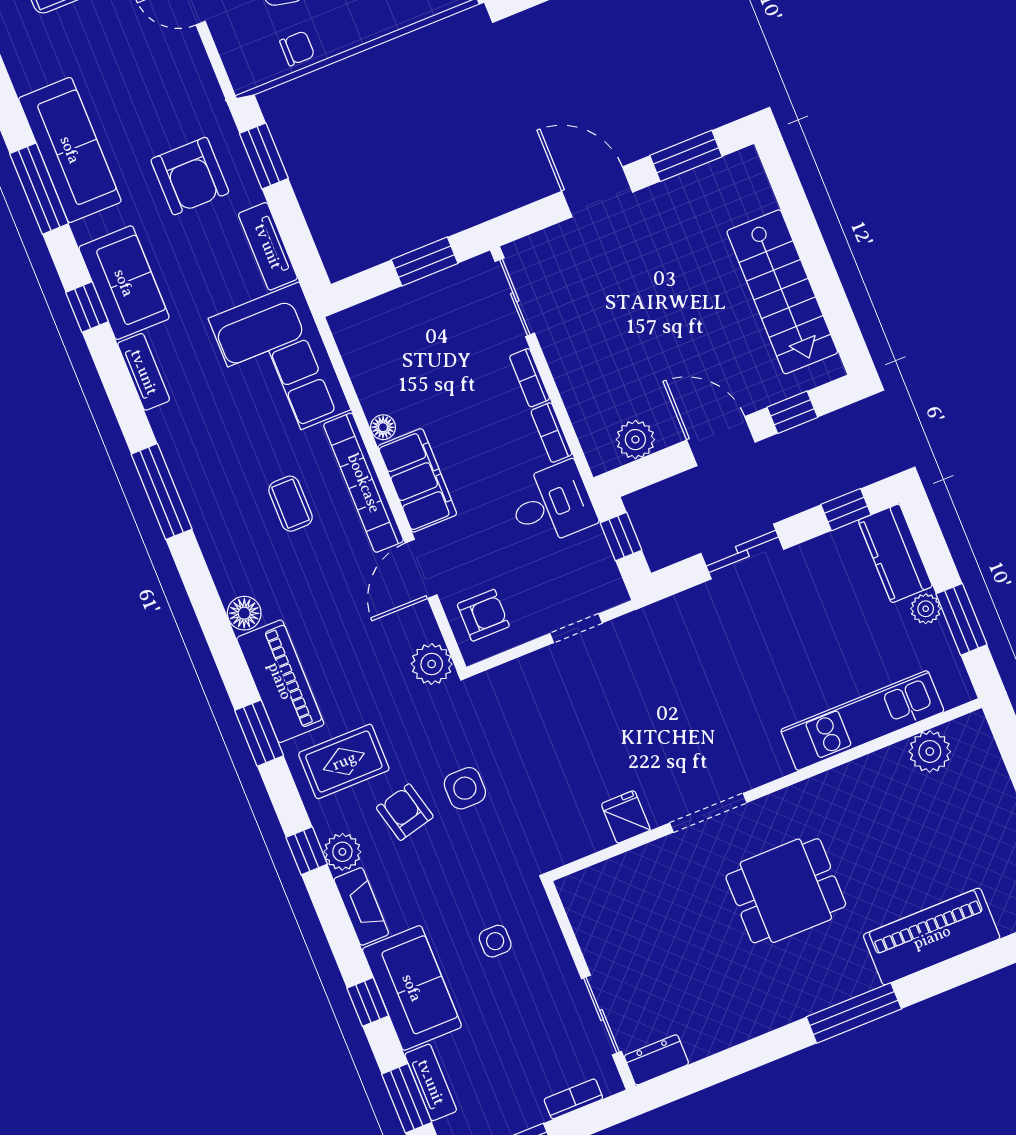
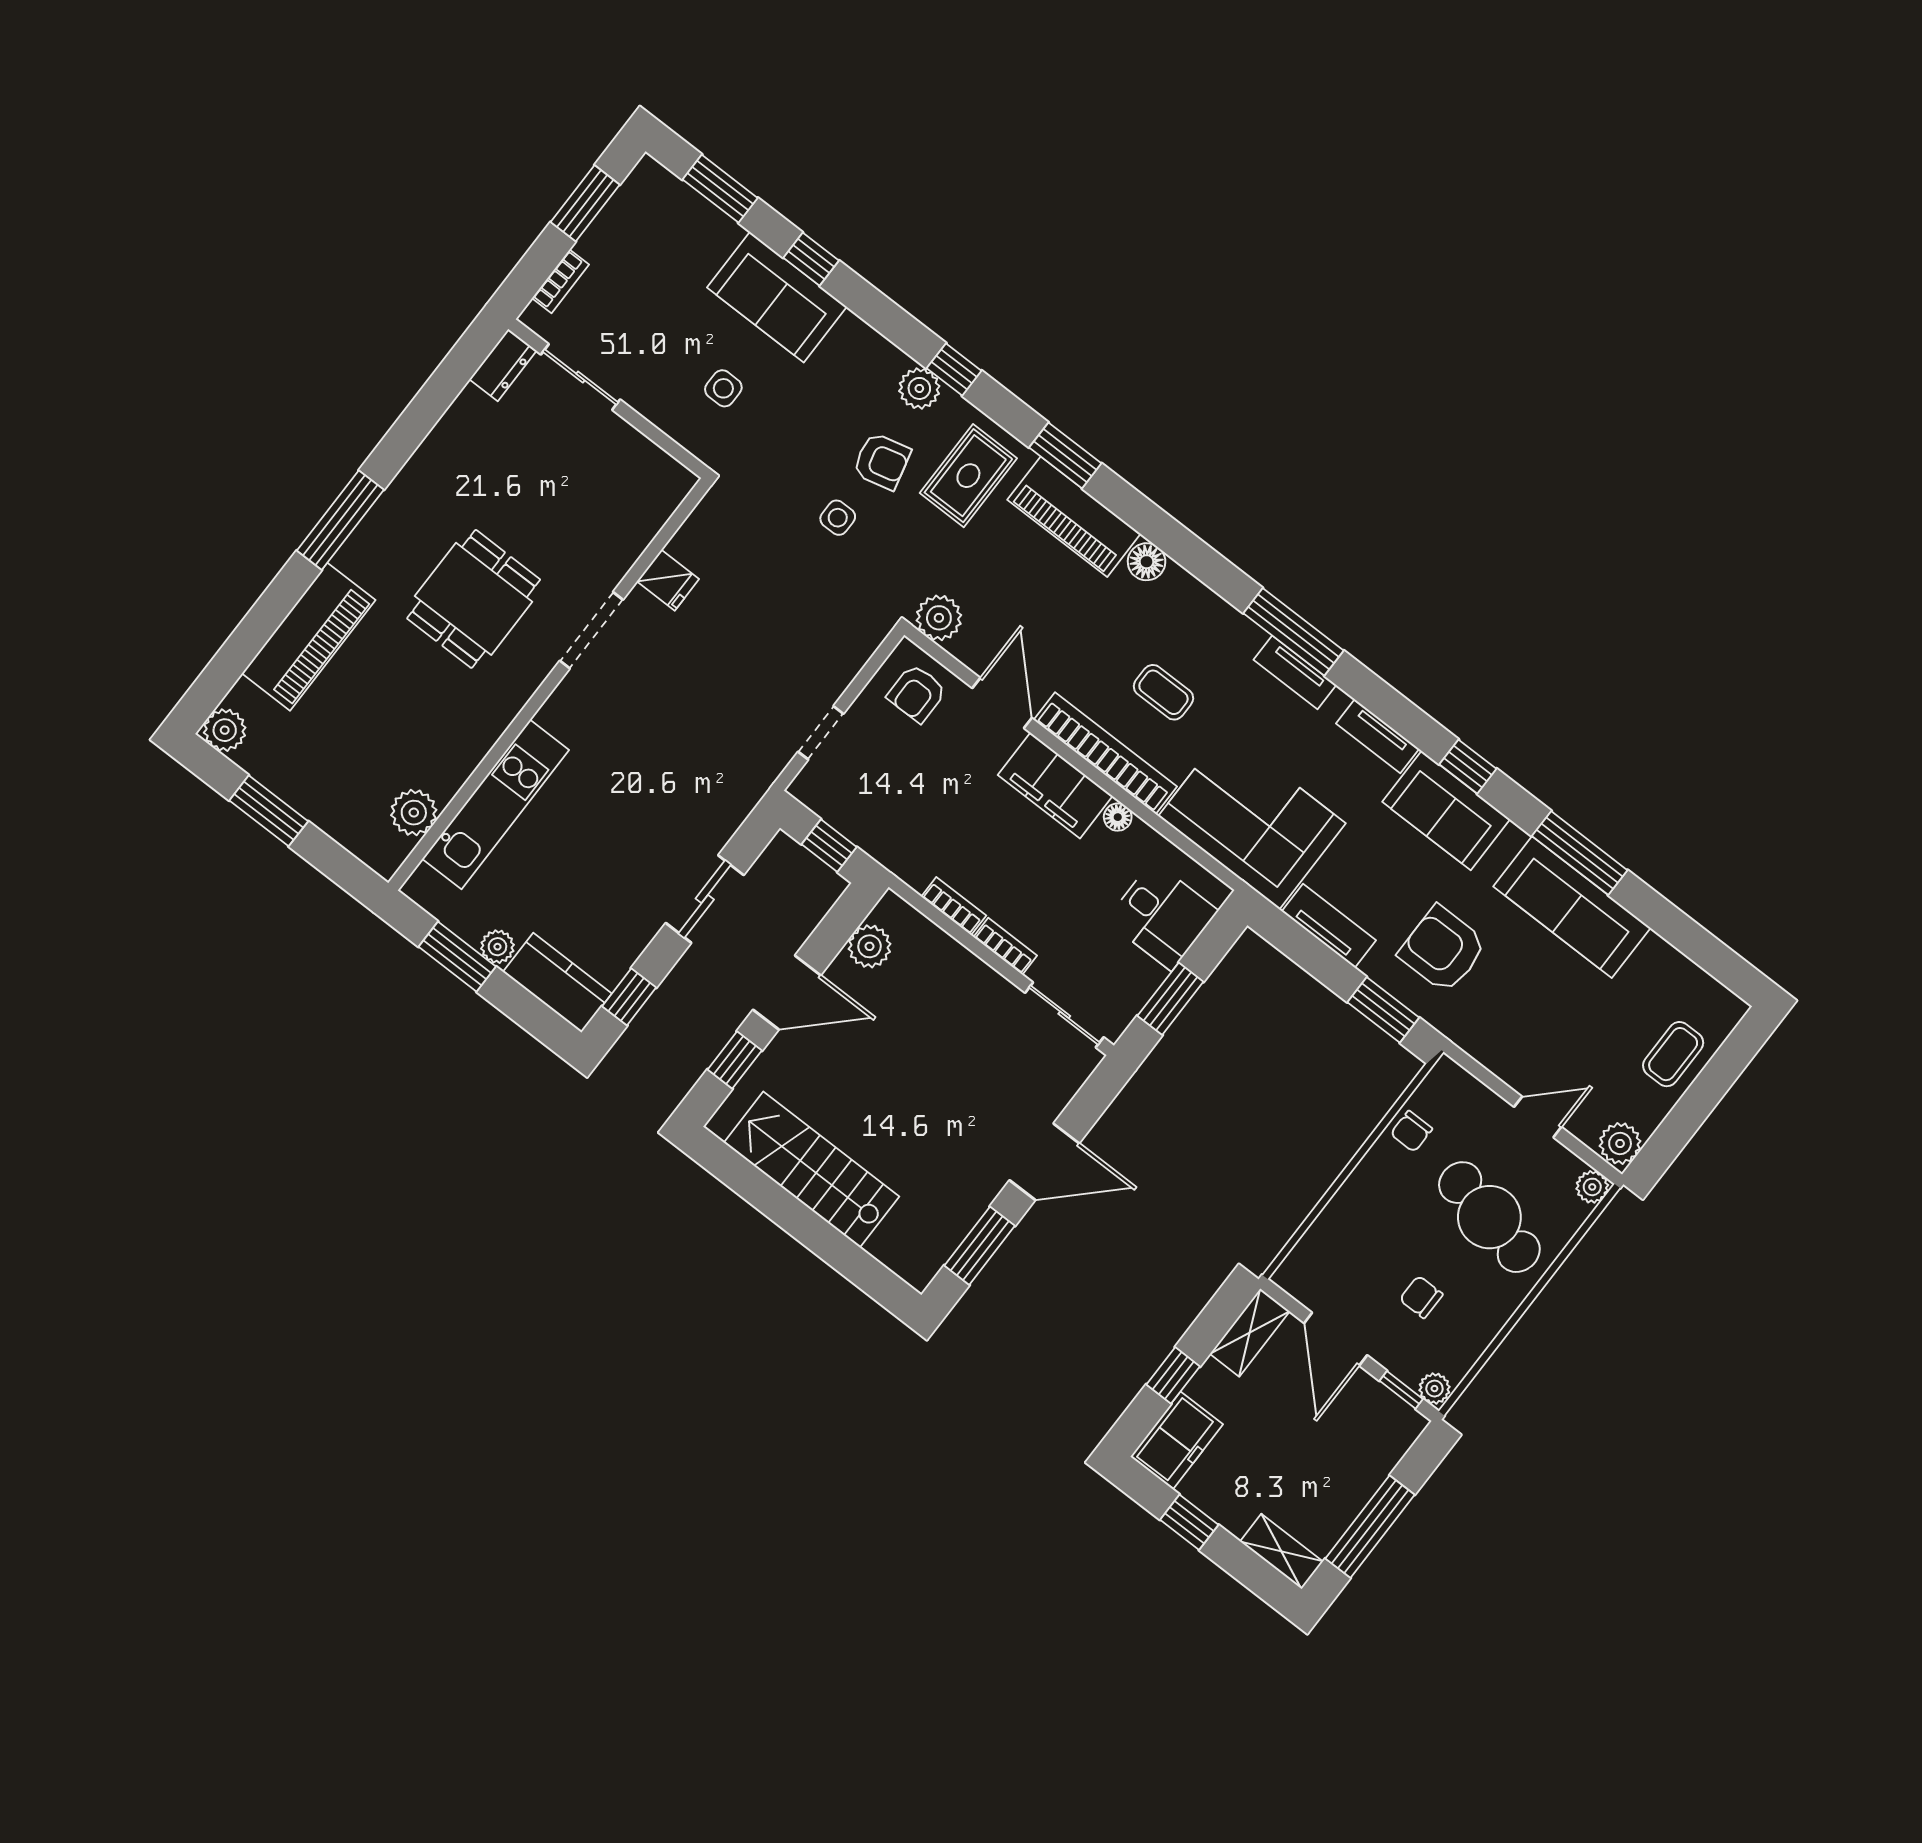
desk: (552, 504) -> (1162, 916), moved, turned -90
side table: (465, 788) -> (838, 518), width x0.73, depth x0.73
fireplace: (361, 906) -> (871, 347), removed
tv unit: (431, 1082) -> (1295, 672), moved

